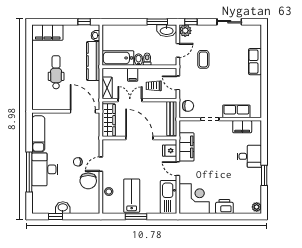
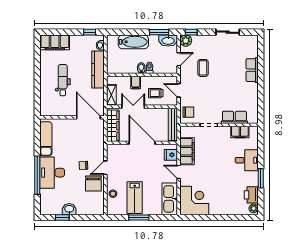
bathtub: (118, 58) -> (133, 42), moved, turned 180
lab bench: (132, 196) -> (135, 198), turned 180
printer: (224, 207) -> (251, 195), moved, turned -90

